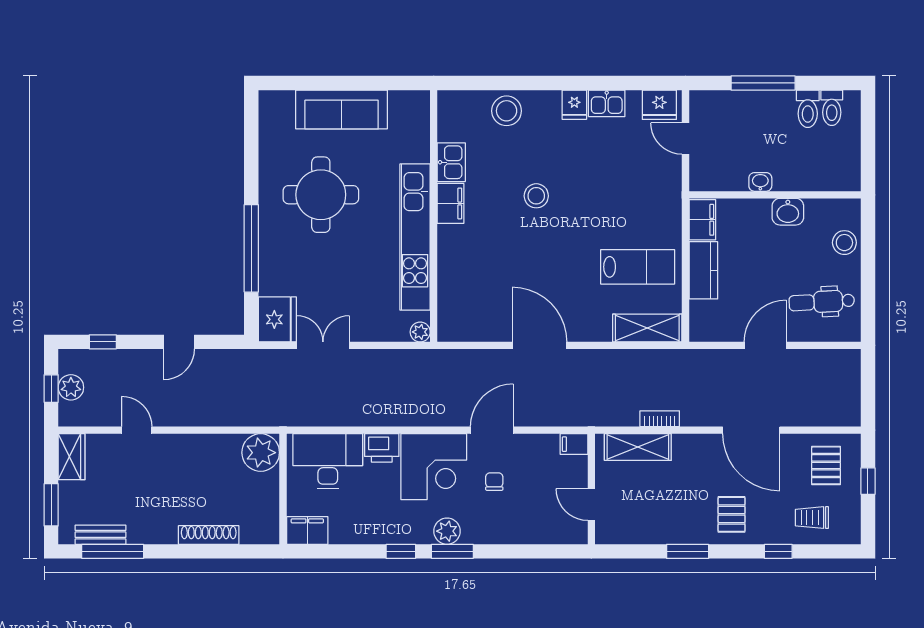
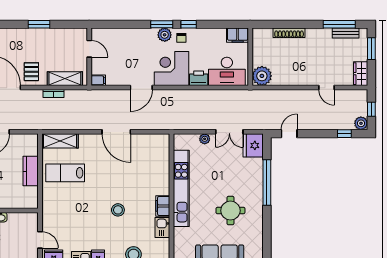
round table: (321, 195) -> (230, 211), width x0.73, depth x0.73
filing cabinet: (702, 220) -> (31, 197), removed
plant: (420, 332) -> (205, 139), moved
door: (179, 342) -> (289, 134), moved
plant: (71, 387) -> (361, 123), moved
chair: (494, 482) -> (181, 38), moved
pallet: (732, 514) -> (31, 72), moved

